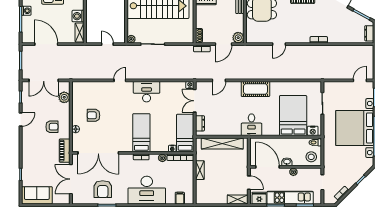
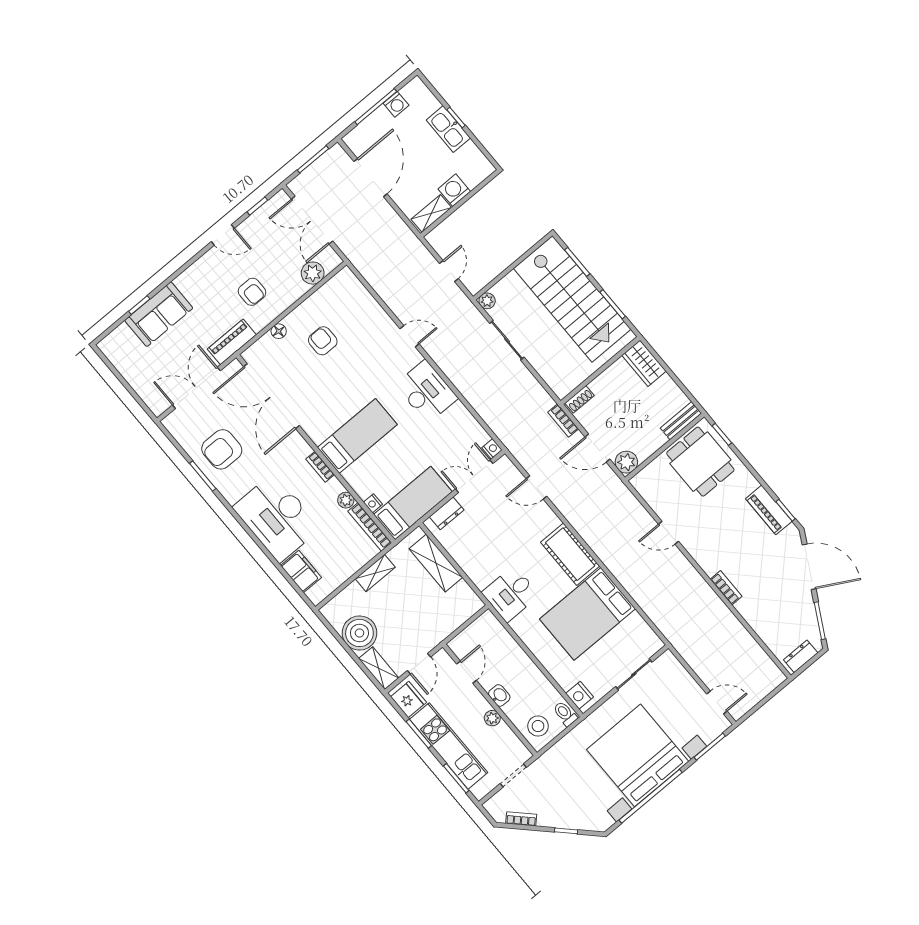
bed: (293, 116) -> (588, 614), moved, turned 180
shelving: (222, 143) -> (436, 563), width x0.68
door: (267, 167) -> (467, 672), width x0.53
sofa: (37, 195) -> (159, 314), moved, turned 90
boiler: (218, 195) -> (359, 633), added
filing cabinet: (180, 198) -> (301, 571), width x2.00

